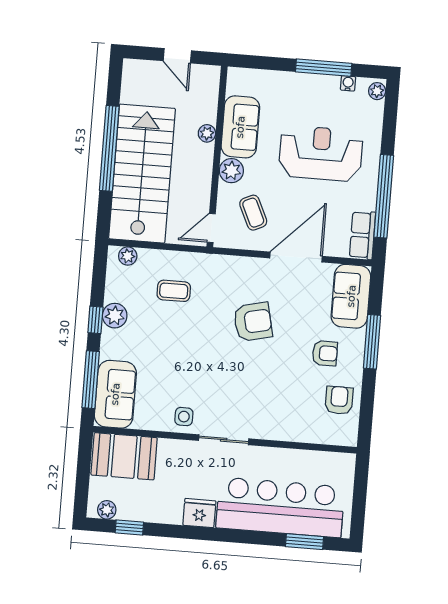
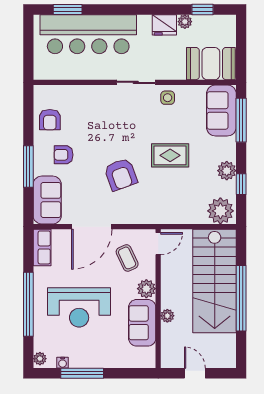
window: (384, 196) -> (28, 304), moved
plant: (128, 256) -> (220, 211), width x1.88, depth x1.88
coffee table: (174, 291) -> (183, 193), removed
window: (95, 320) -> (241, 184), moved
armchair: (253, 322) -> (121, 174), turned -97
rug: (187, 341) -> (170, 155), added
plant: (107, 510) -> (185, 22), moved
fridge: (199, 513) -> (164, 25), moved

